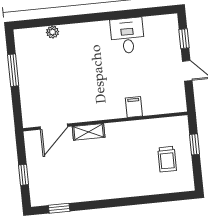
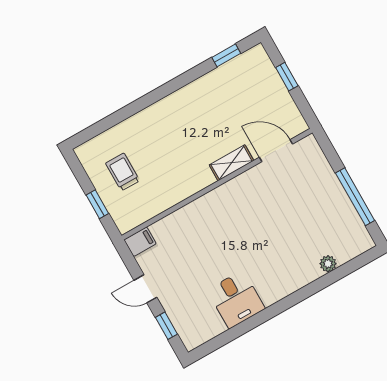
window: (13, 70) -> (355, 197), width x1.44
filing cabinet: (134, 107) -> (140, 242), moved, turned -90
door: (54, 127) -> (276, 151), hinge flipped

